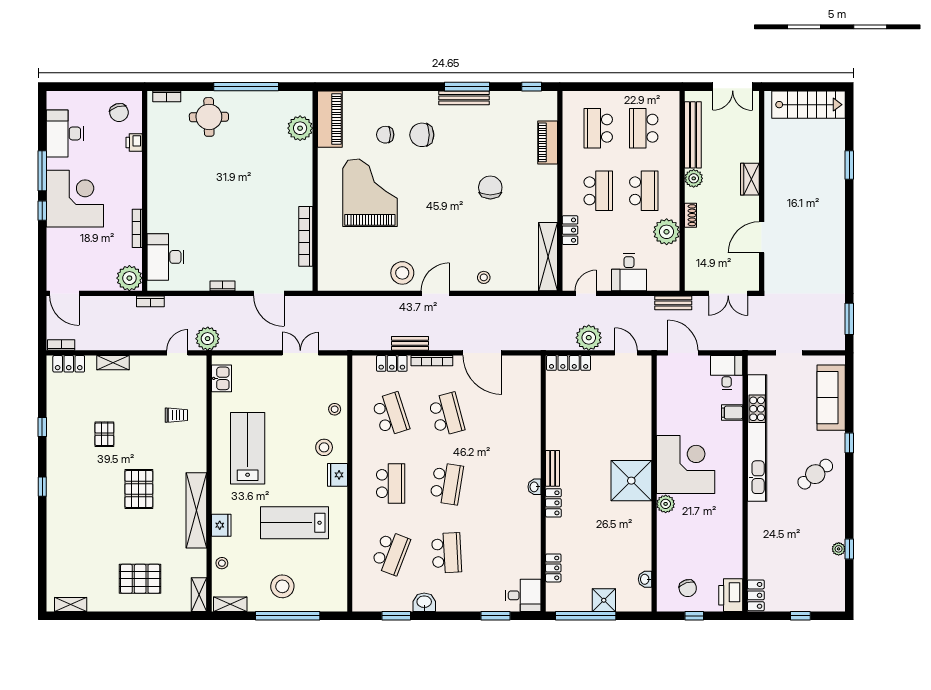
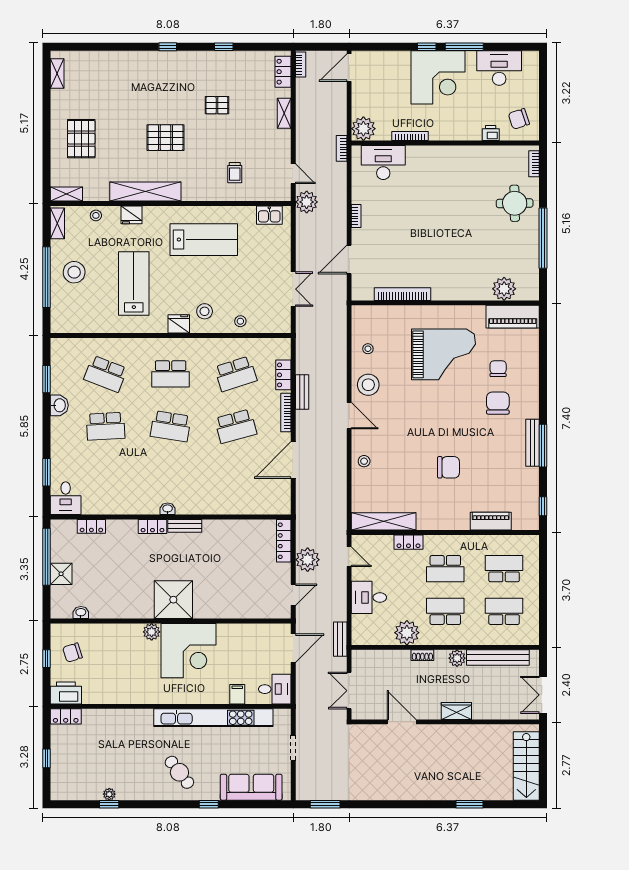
school desk: (644, 191) -> (445, 611), turned 180
stool: (364, 273) -> (368, 349), added

